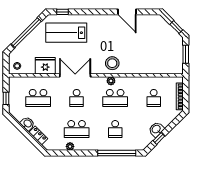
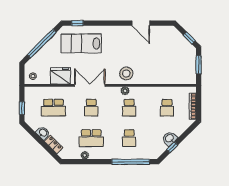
school desk: (115, 98) -> (129, 108), width x0.54

